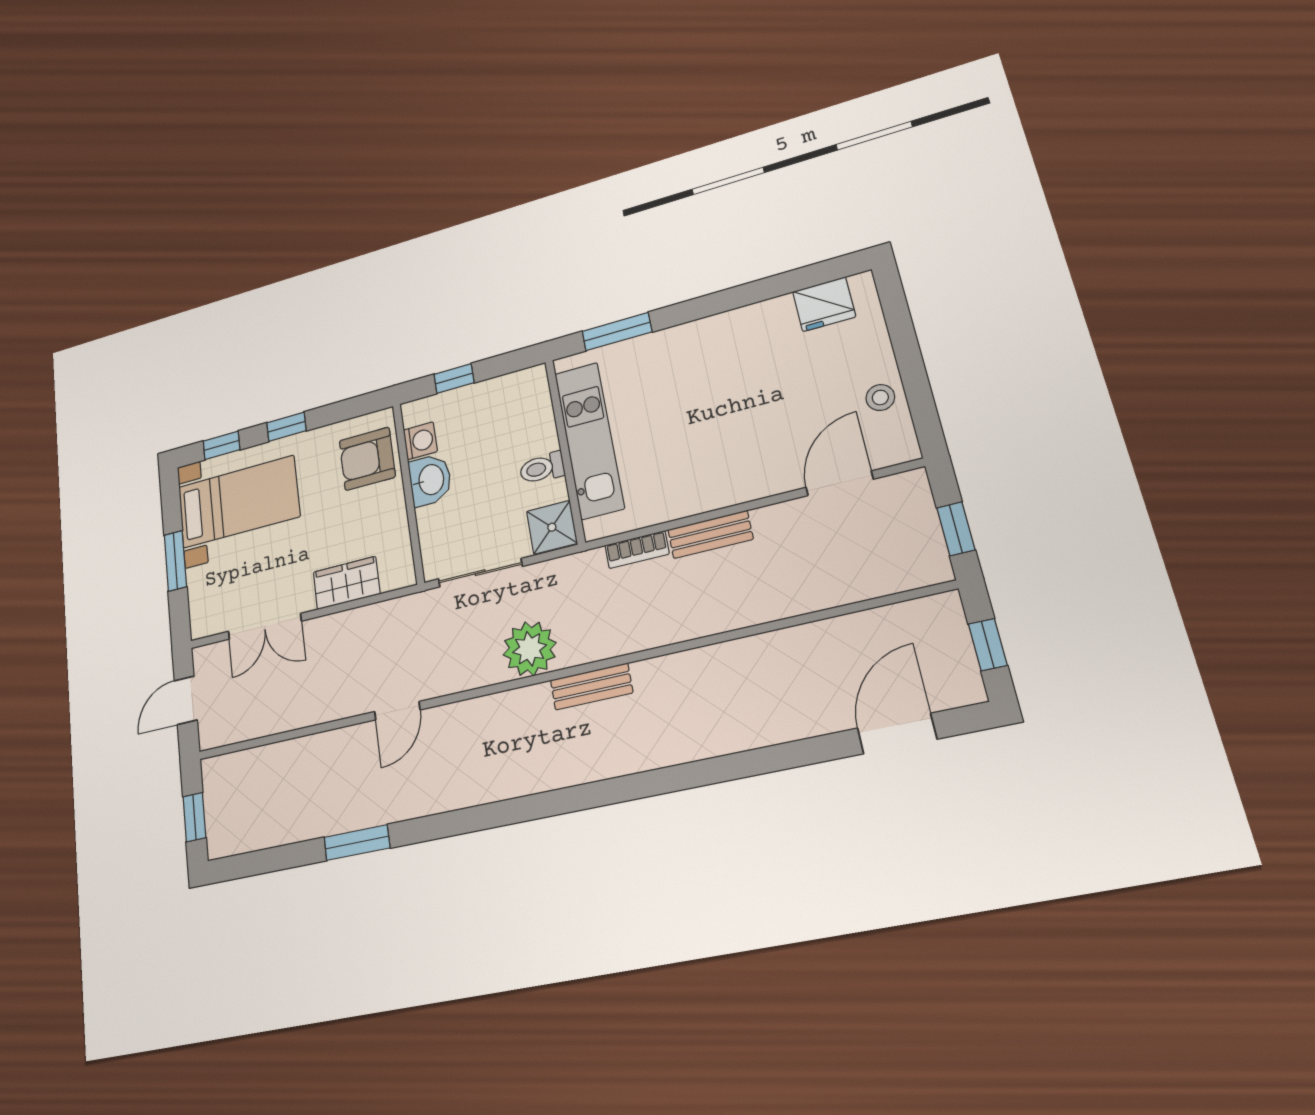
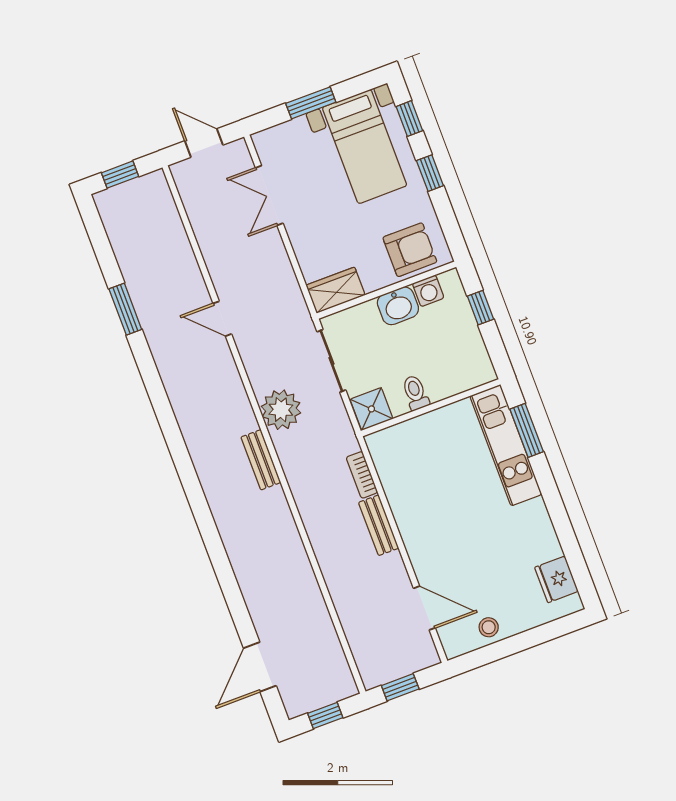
kitchen unit: (589, 440) -> (506, 445), moved, turned 90
armchair: (367, 459) -> (410, 250), turned 90
wardrobe: (347, 583) -> (336, 290), moved, turned -90
door: (897, 734) -> (260, 667), swing flipped

